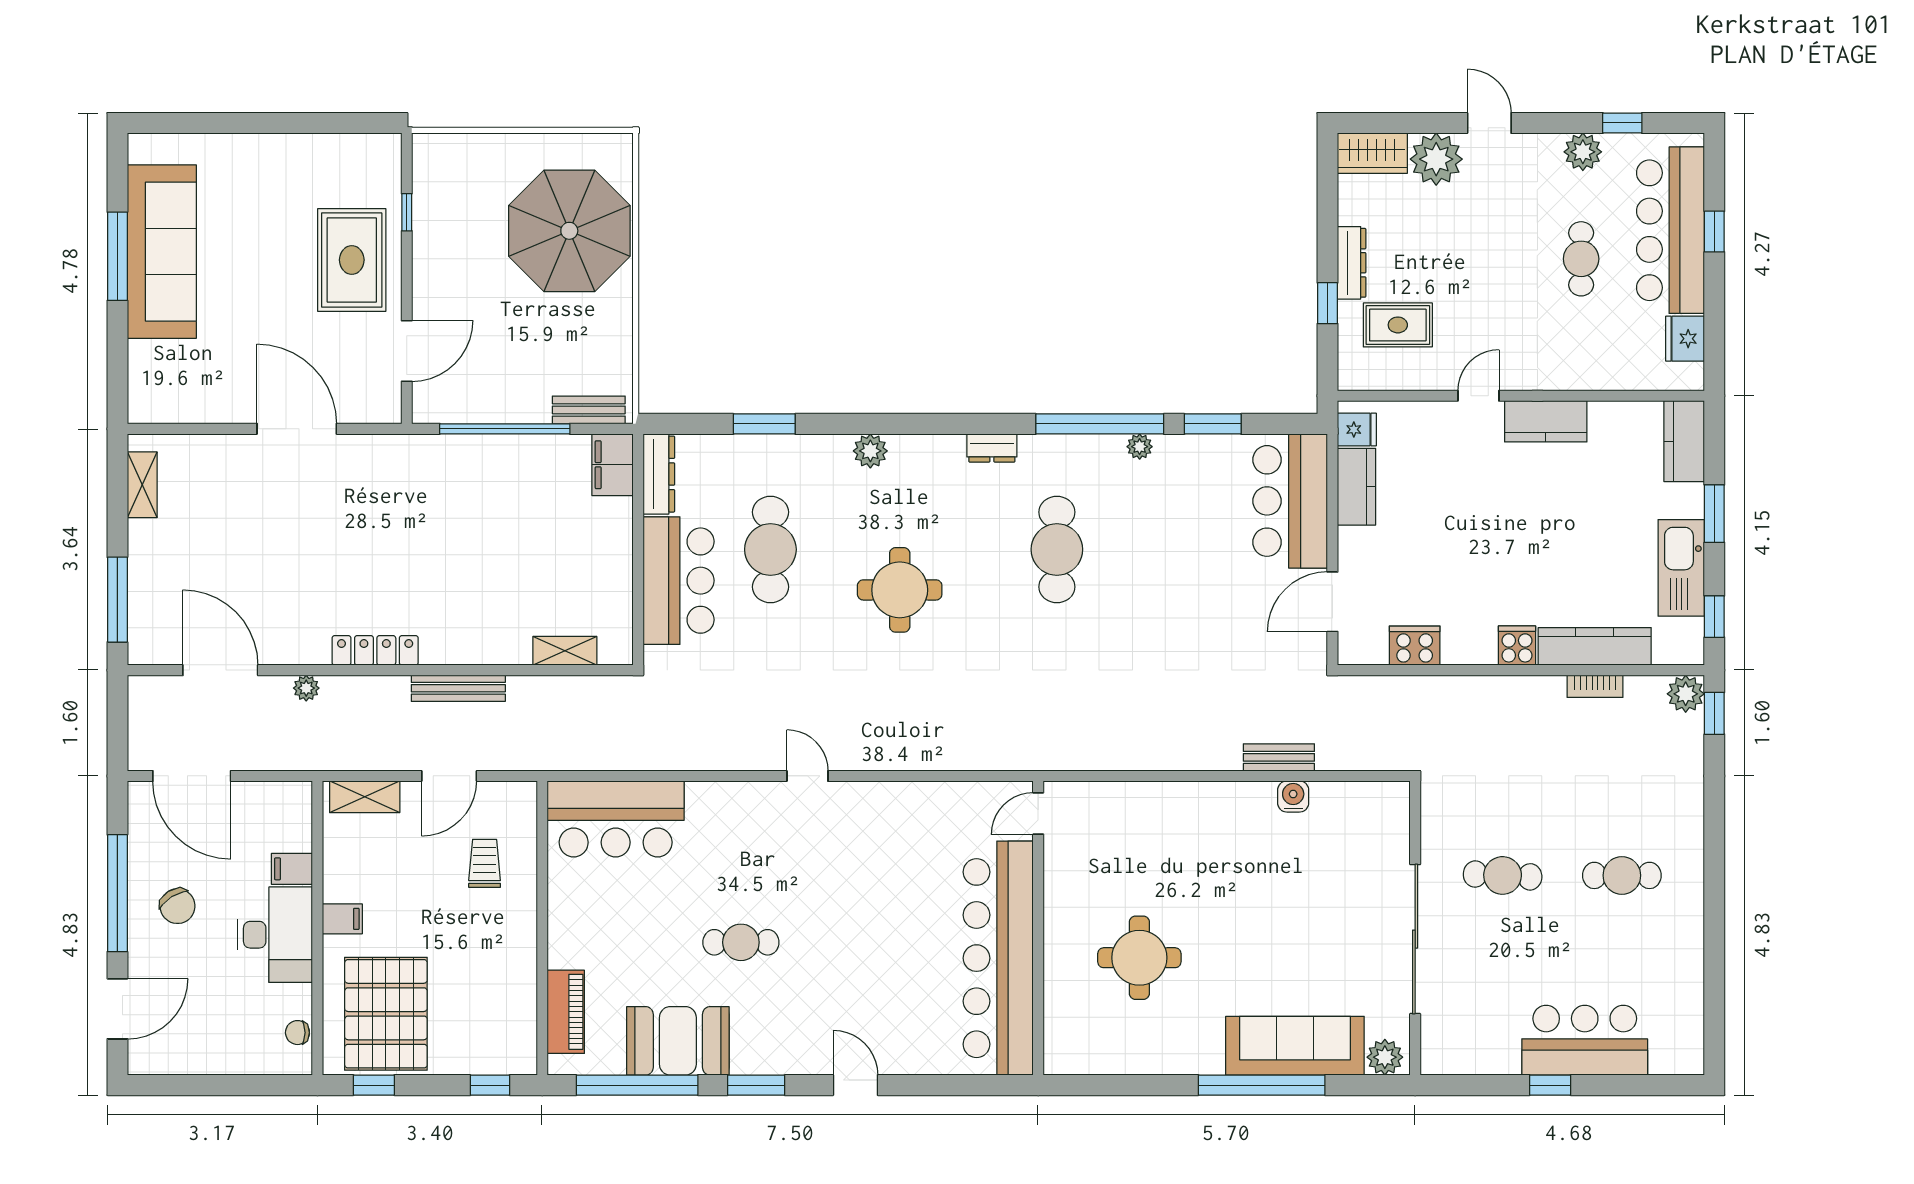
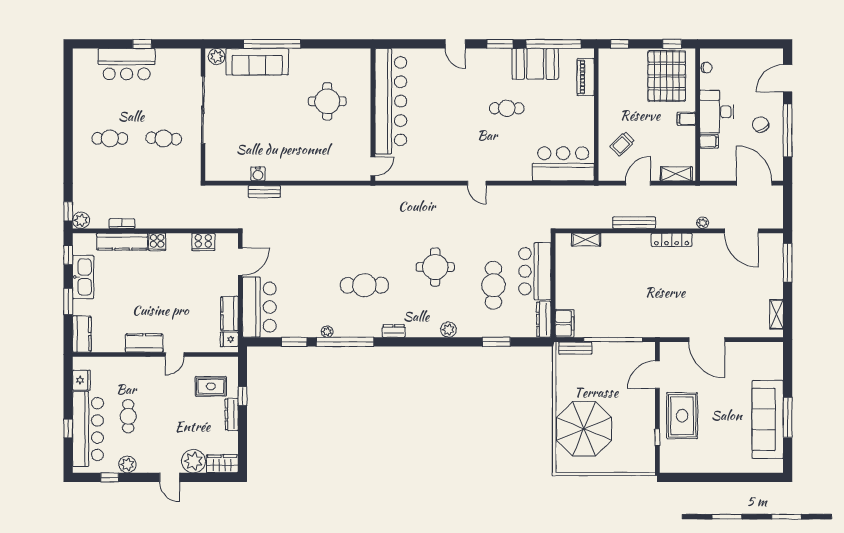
cafe table: (1057, 549) -> (364, 285), turned 90
trolley: (485, 863) -> (622, 144), turned 46

